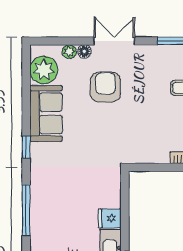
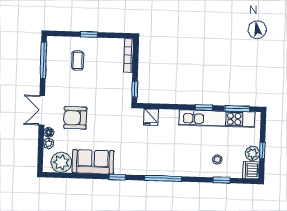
window: (147, 167) -> (135, 89), added
fridge: (110, 218) -> (151, 117), moved

